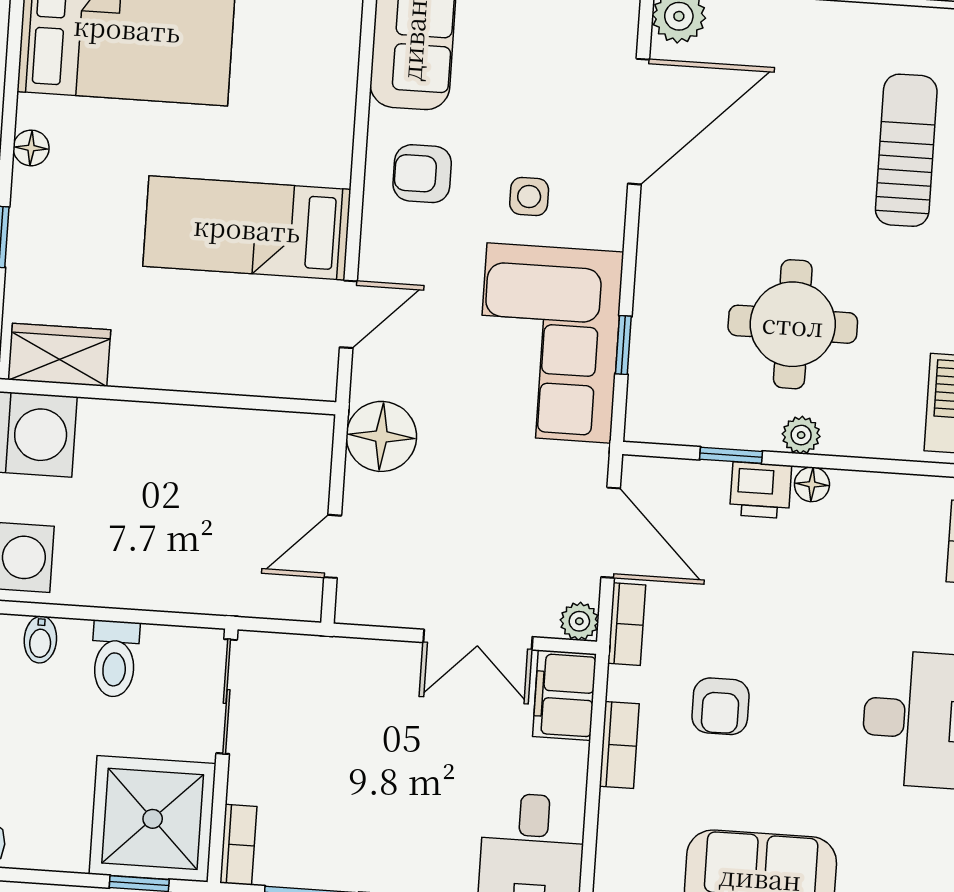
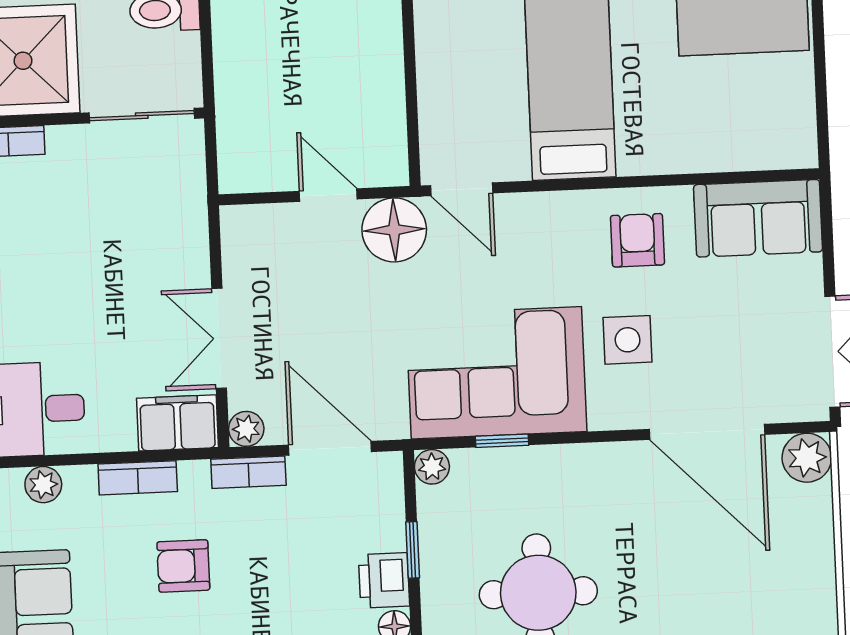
side table: (529, 197) -> (628, 340), width x1.37, depth x1.37
door: (348, 314) -> (462, 189), moved
plant: (801, 435) -> (432, 467), moved
door: (611, 533) -> (330, 448), swing flipped
door: (333, 546) -> (328, 195), moved
plant: (615, 848) -> (43, 485), added

